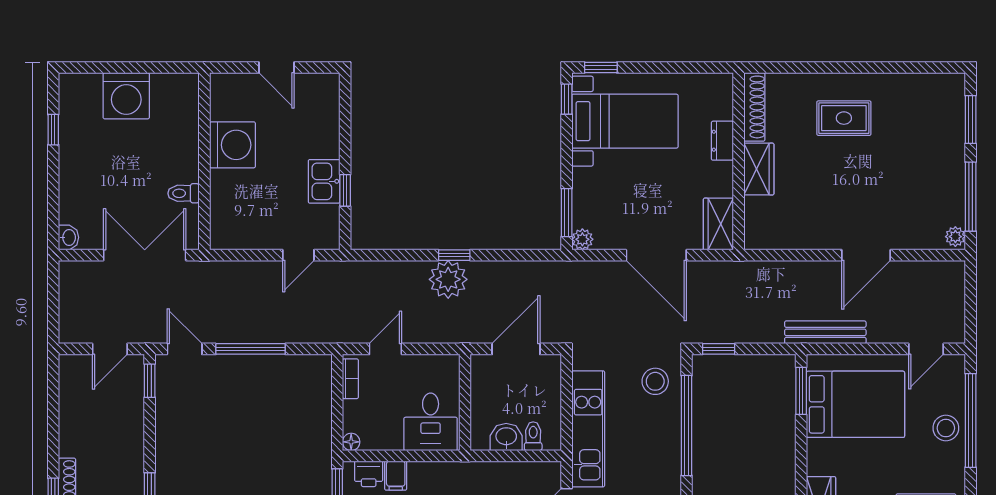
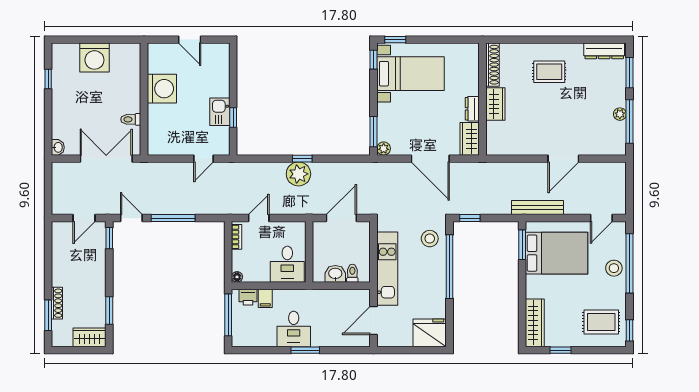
dresser: (930, 85) -> (604, 51), added
dresser: (722, 141) -> (472, 109), moved
plant: (955, 237) -> (620, 114), moved

